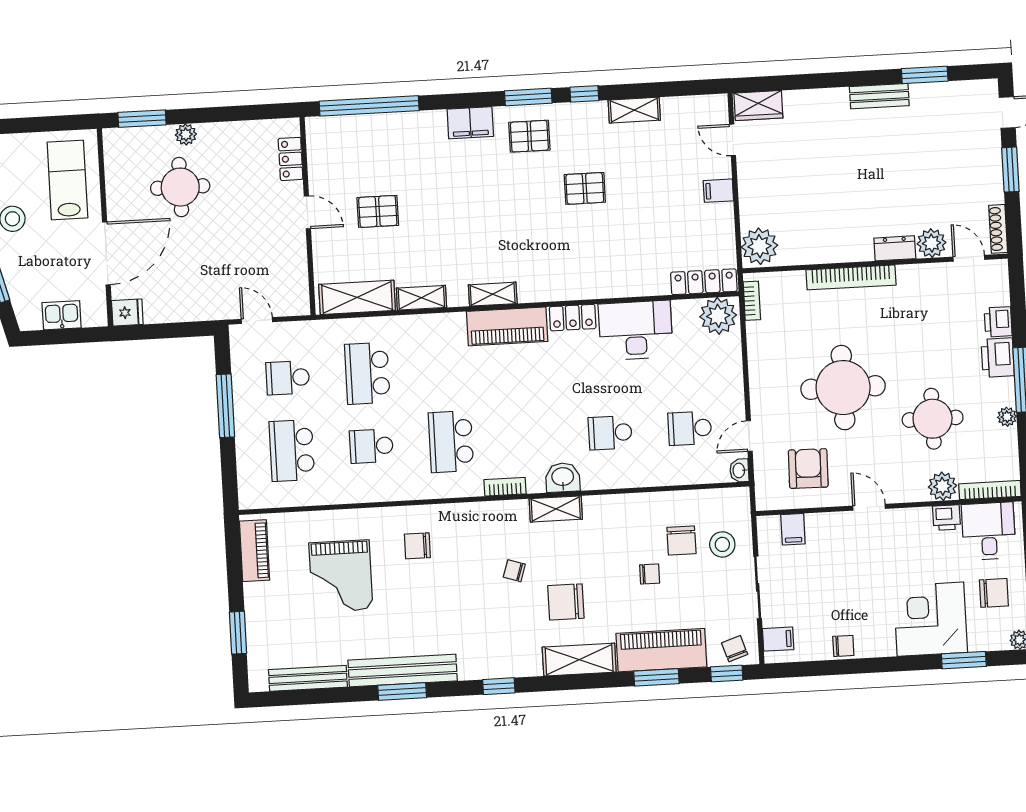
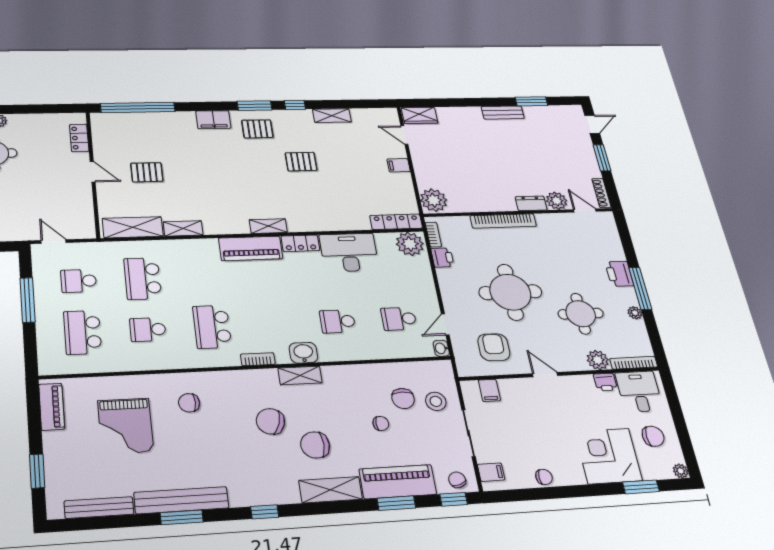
shelving: (493, 294) -> (268, 226), moved
printer: (998, 322) -> (442, 258), moved, turned 180
chair: (514, 571) -> (270, 421), width x1.87, depth x1.87

